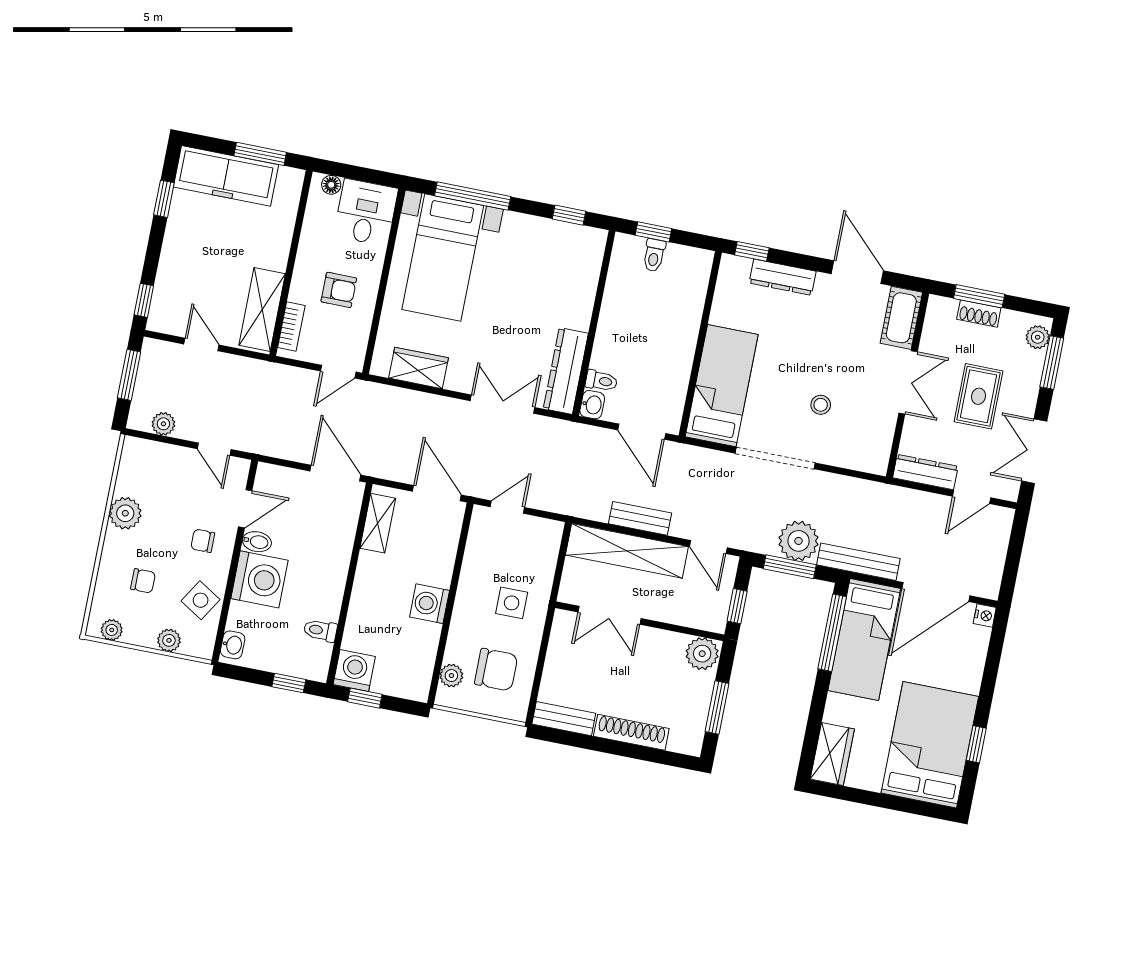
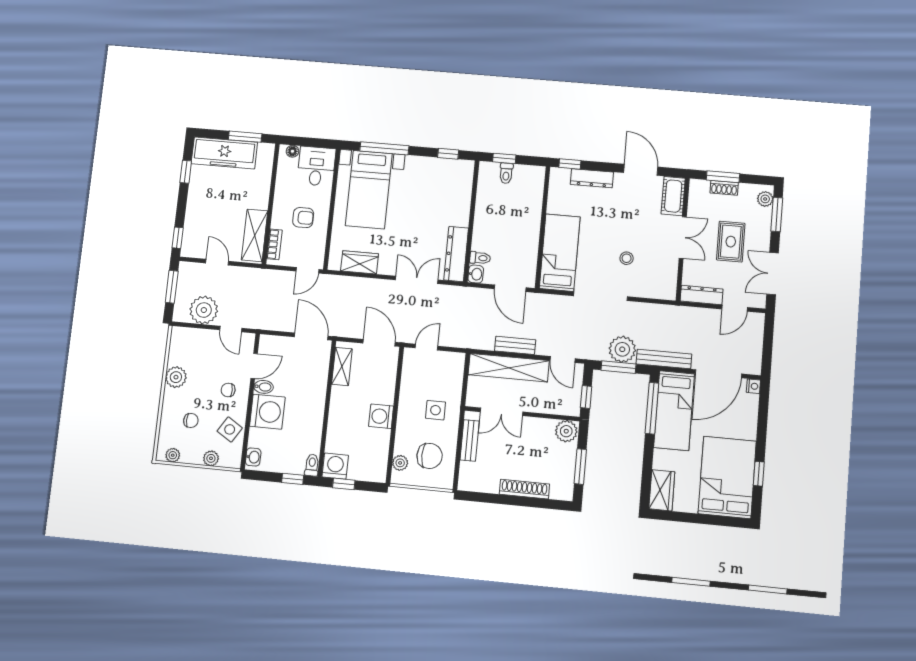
plant: (163, 424) -> (204, 310), width x1.88, depth x1.88
toilet: (320, 630) -> (312, 465), moved, turned 90
bench: (564, 719) -> (470, 440), moved, turned 90

